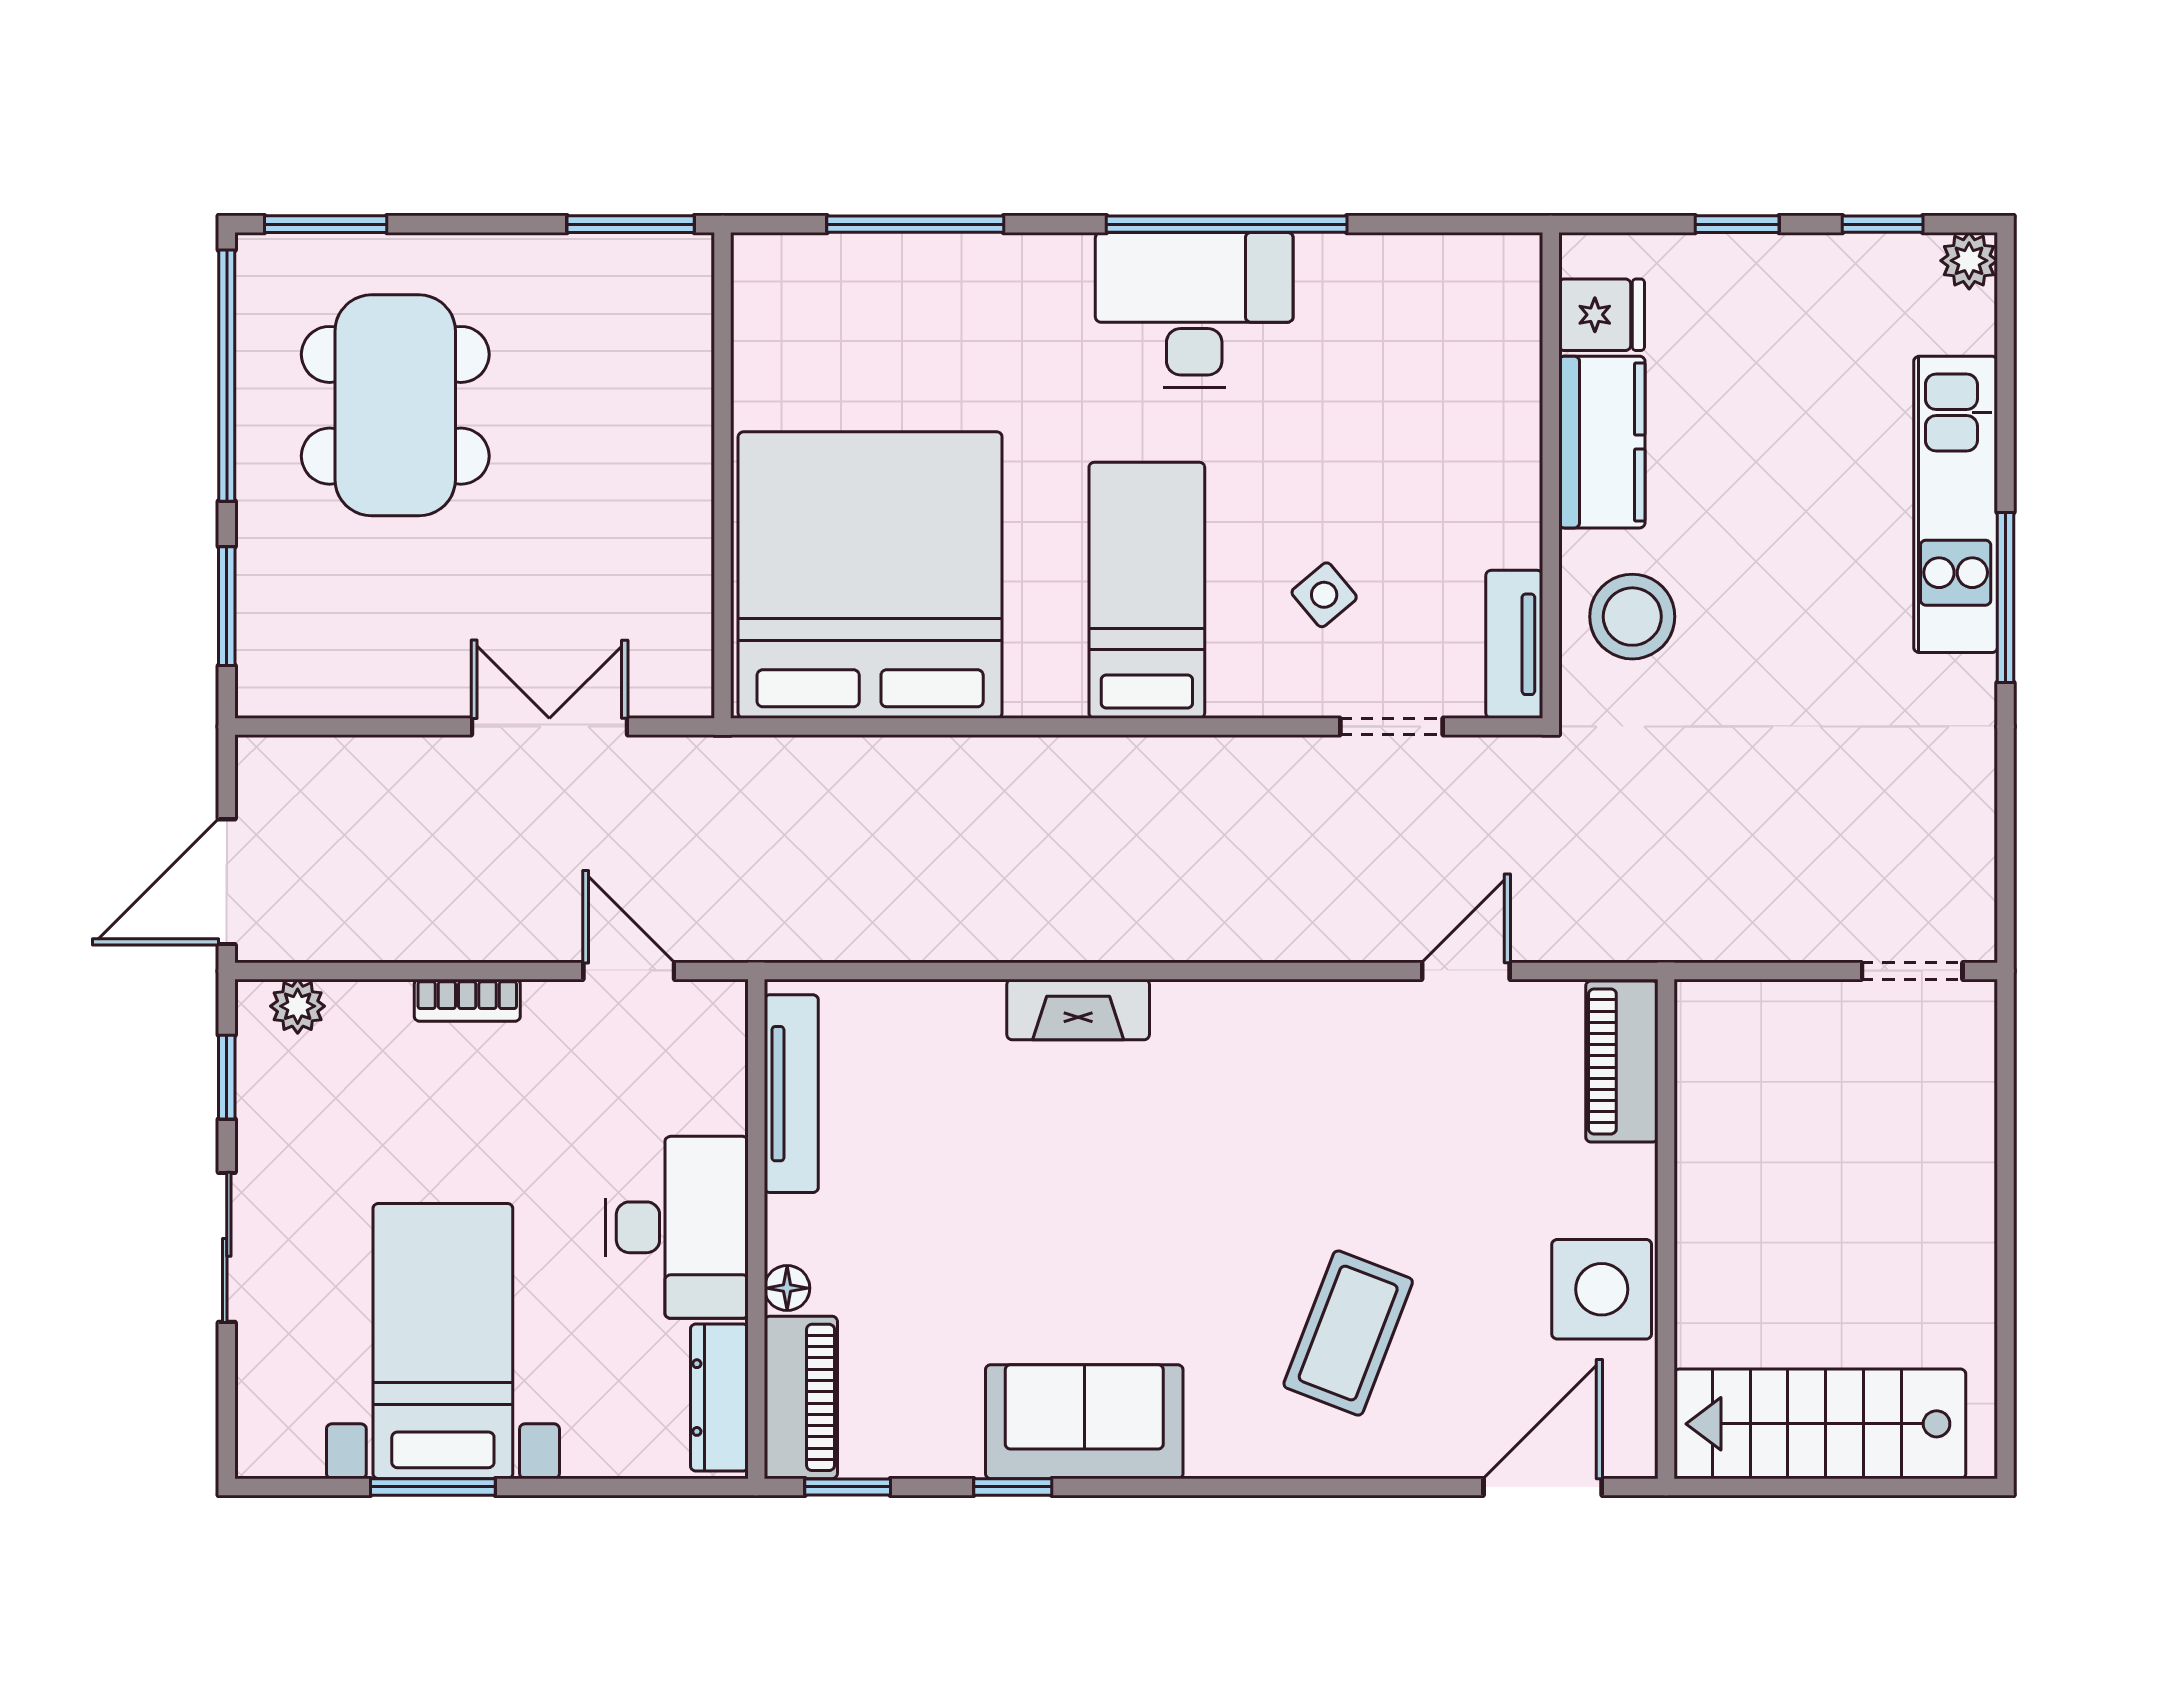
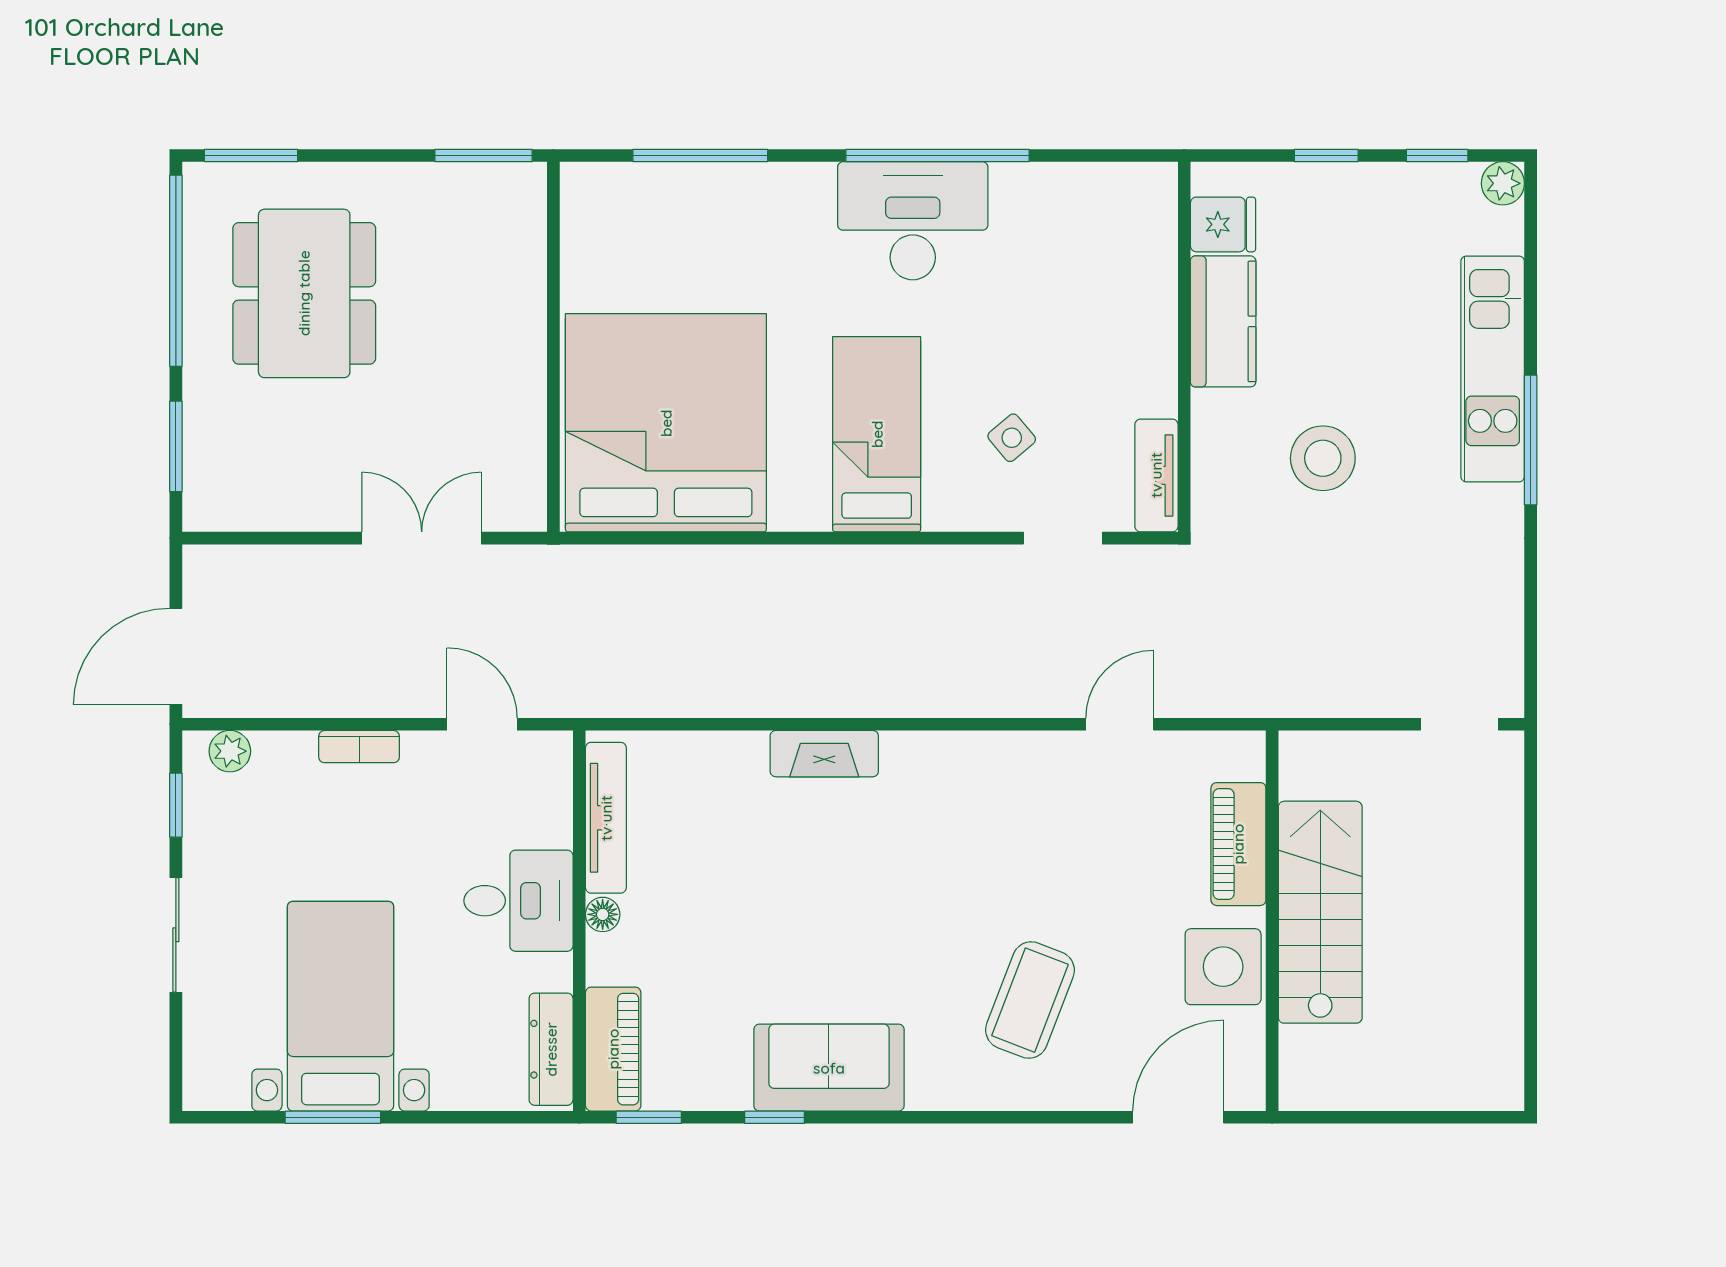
stool: (1632, 617) -> (1323, 458), moved
piano: (1622, 1061) -> (1238, 844), moved
desk: (677, 1227) -> (518, 901), width x0.73
floor lamp: (787, 1288) -> (603, 914), moved
stairs: (1820, 1424) -> (1320, 912), moved, turned 90

